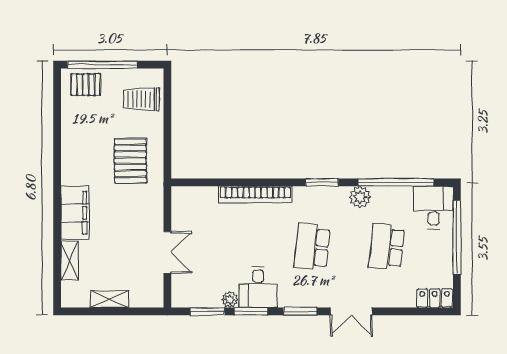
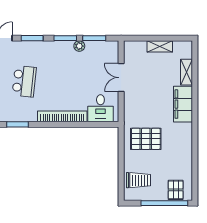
pallet: (86, 85) -> (176, 190), turned 90
pallet: (130, 161) -> (146, 139), turned 90
desk: (258, 287) -> (100, 108), moved, turned 180

